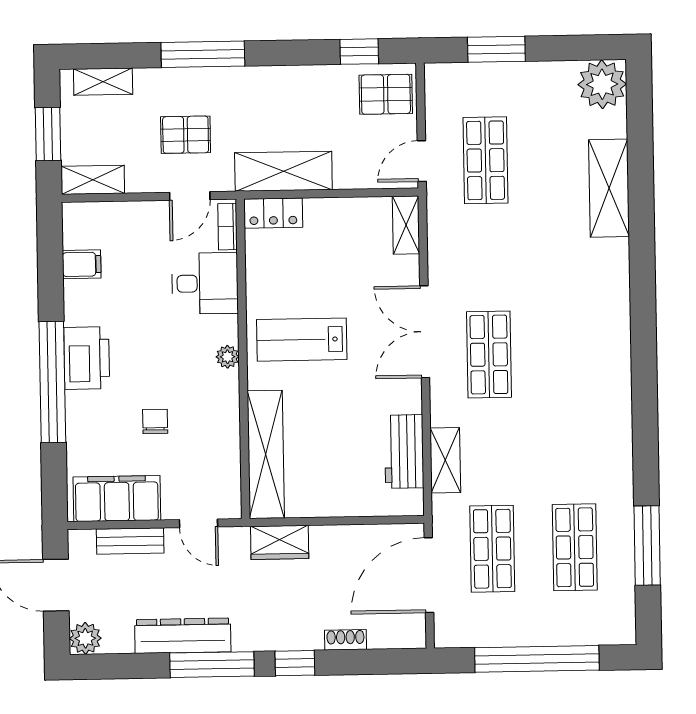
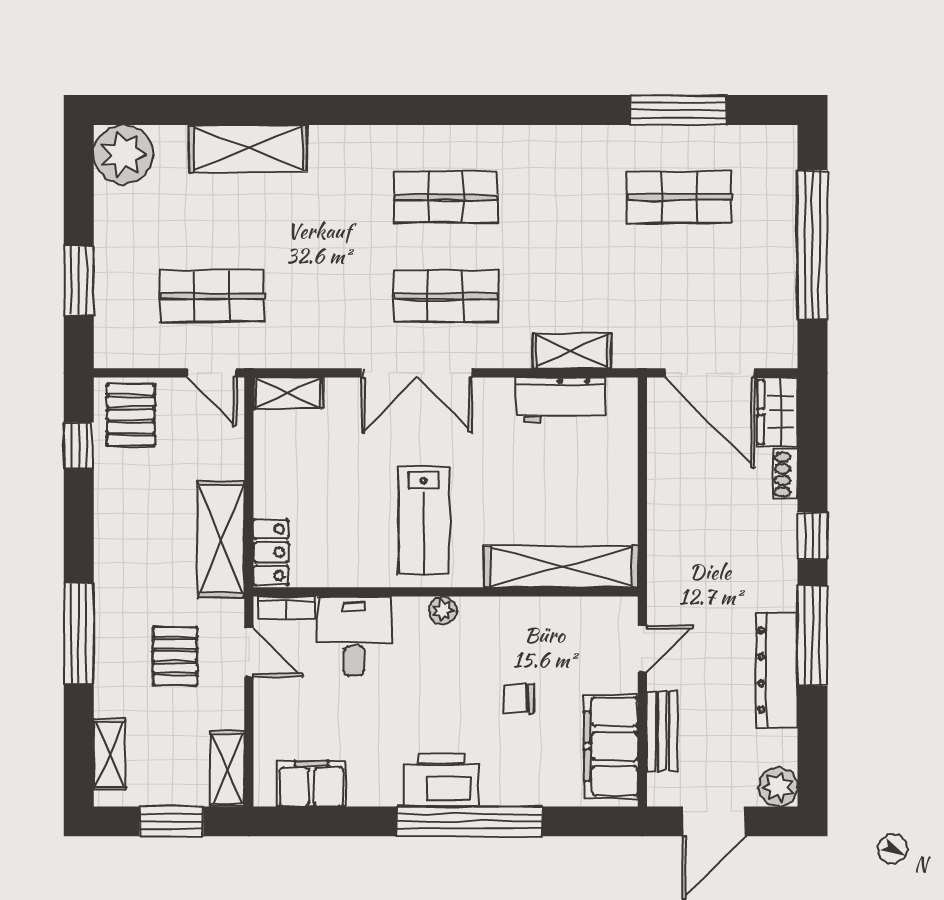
filing cabinet: (82, 264) -> (312, 784), width x2.00
wardrobe: (280, 542) -> (778, 412), moved, turned 180
shop shelf: (492, 549) -> (446, 197), moved

